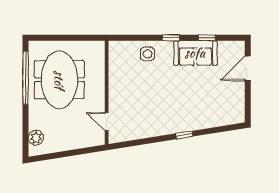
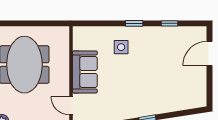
sofa: (195, 53) -> (85, 72), moved, turned -90
side table: (147, 54) -> (121, 47), moved

